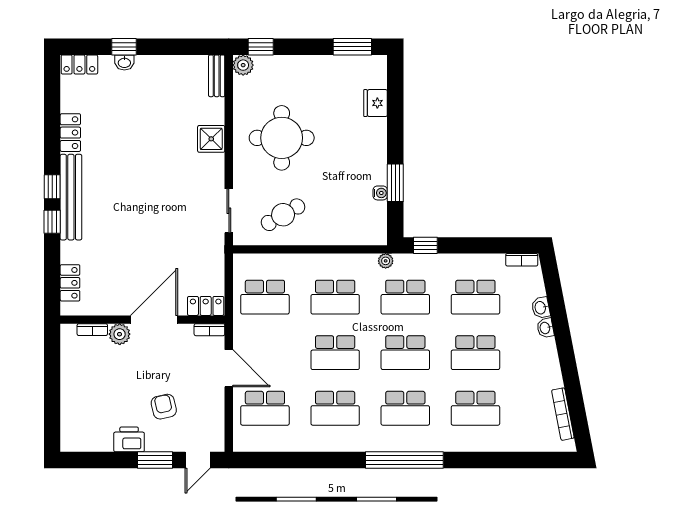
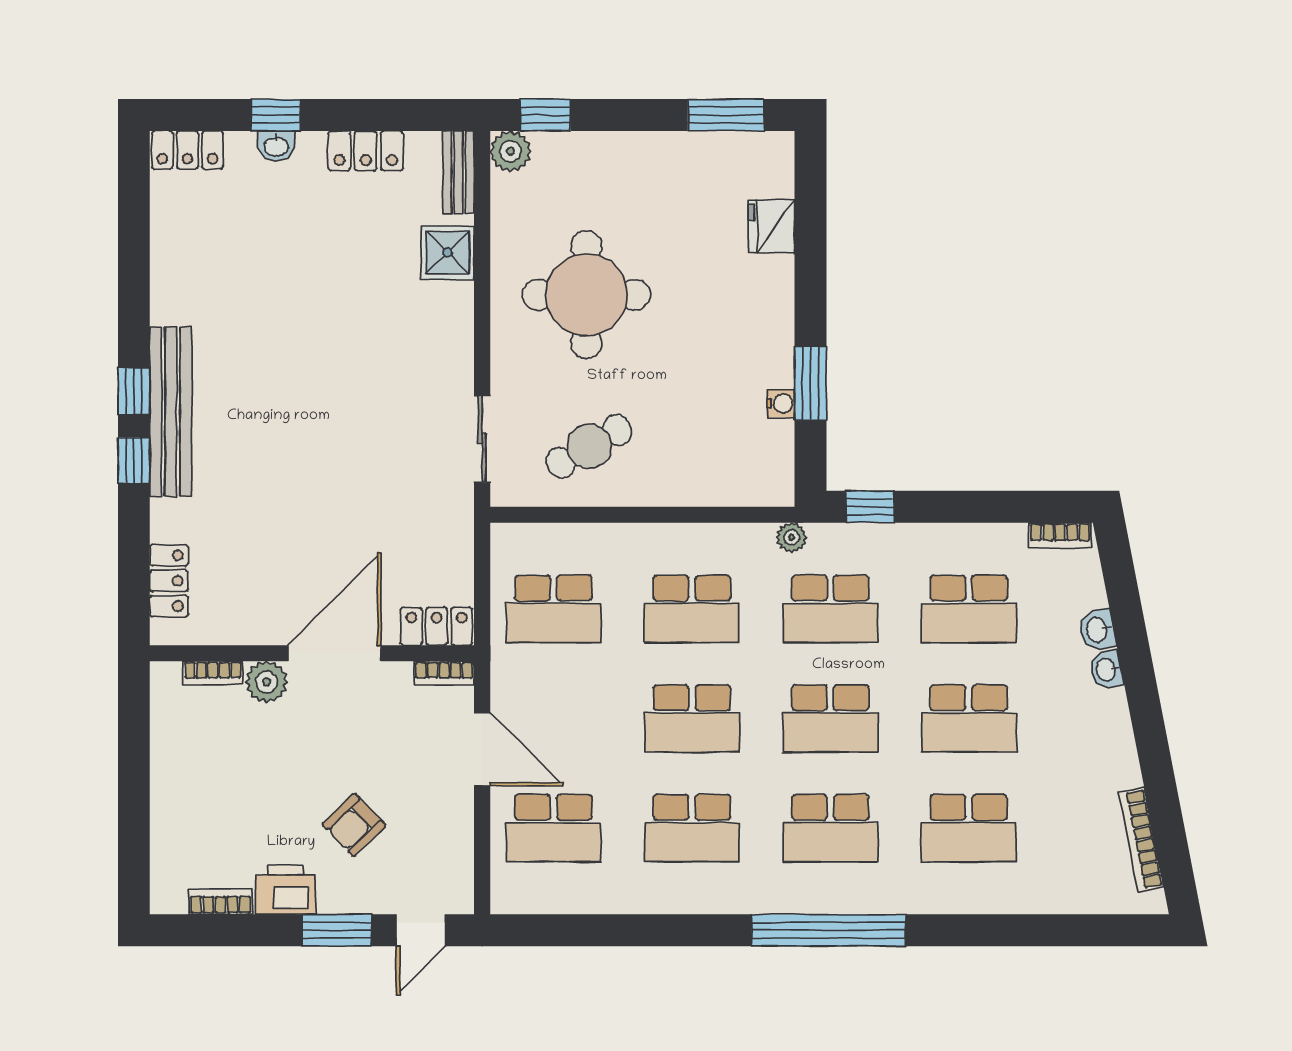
locker: (70, 133) -> (366, 151), moved, turned 90
shower: (211, 139) -> (448, 252), moved
armchair: (164, 407) -> (354, 825), turned -121
bookcase: (96, 446) -> (220, 902), added

